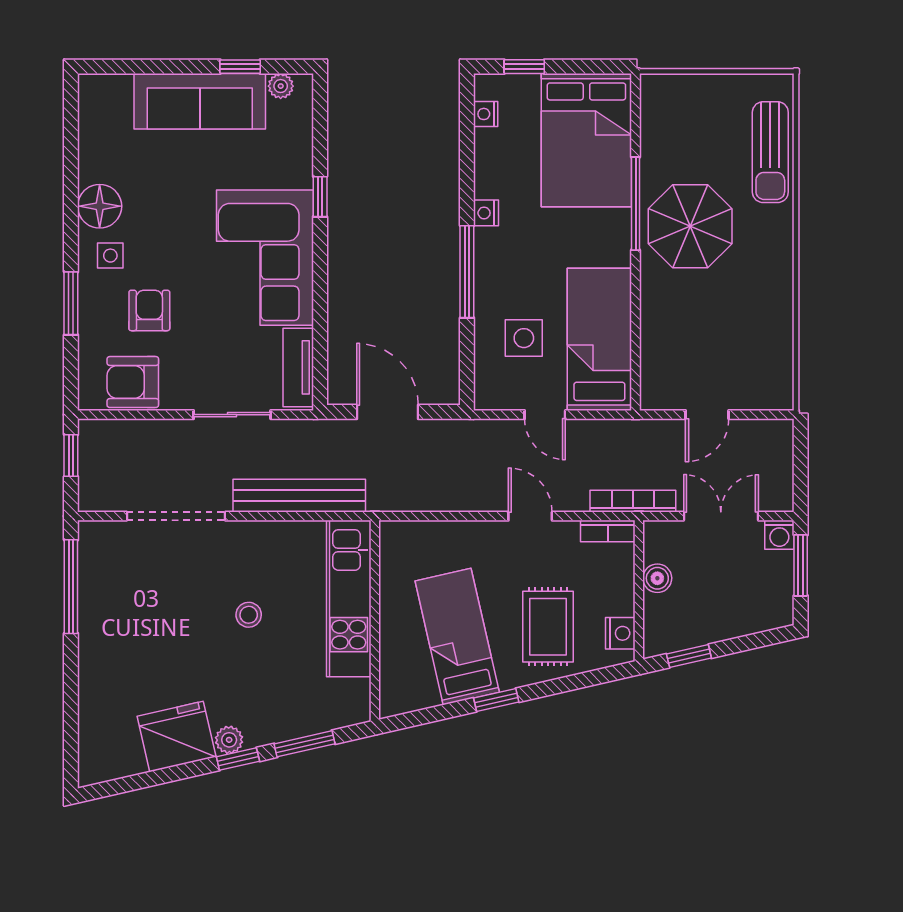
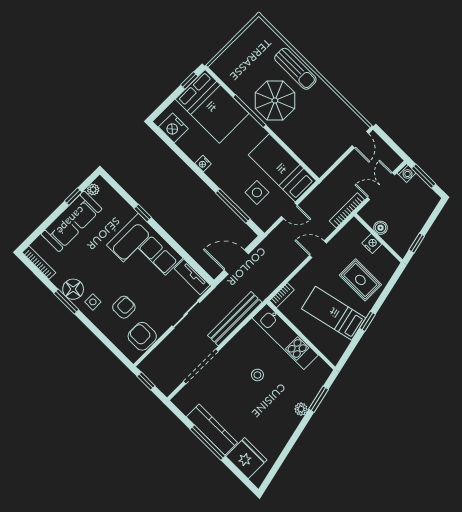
window: (524, 67) -> (189, 81), moved
bookcase: (88, 114) -> (39, 263), added
nightstand: (486, 114) -> (173, 128), width x1.89, depth x1.79
sun lounger: (770, 152) -> (295, 69), moved
window: (467, 272) -> (233, 206), moved
window: (71, 303) -> (66, 301), moved
armchair: (149, 310) -> (124, 307), turned 90
armchair: (133, 382) -> (142, 336), turned 90
door: (707, 415) -> (360, 140), moved
bookcase: (608, 531) -> (282, 295), moved
window: (71, 587) -> (208, 443), moved
kitchen counter: (97, 629) -> (212, 430), added
nightstand: (620, 633) -> (372, 244), moved
fridge: (177, 737) -> (246, 458), moved, turned 103
plant: (229, 740) -> (301, 409), moved
window: (238, 759) -> (302, 426), removed

